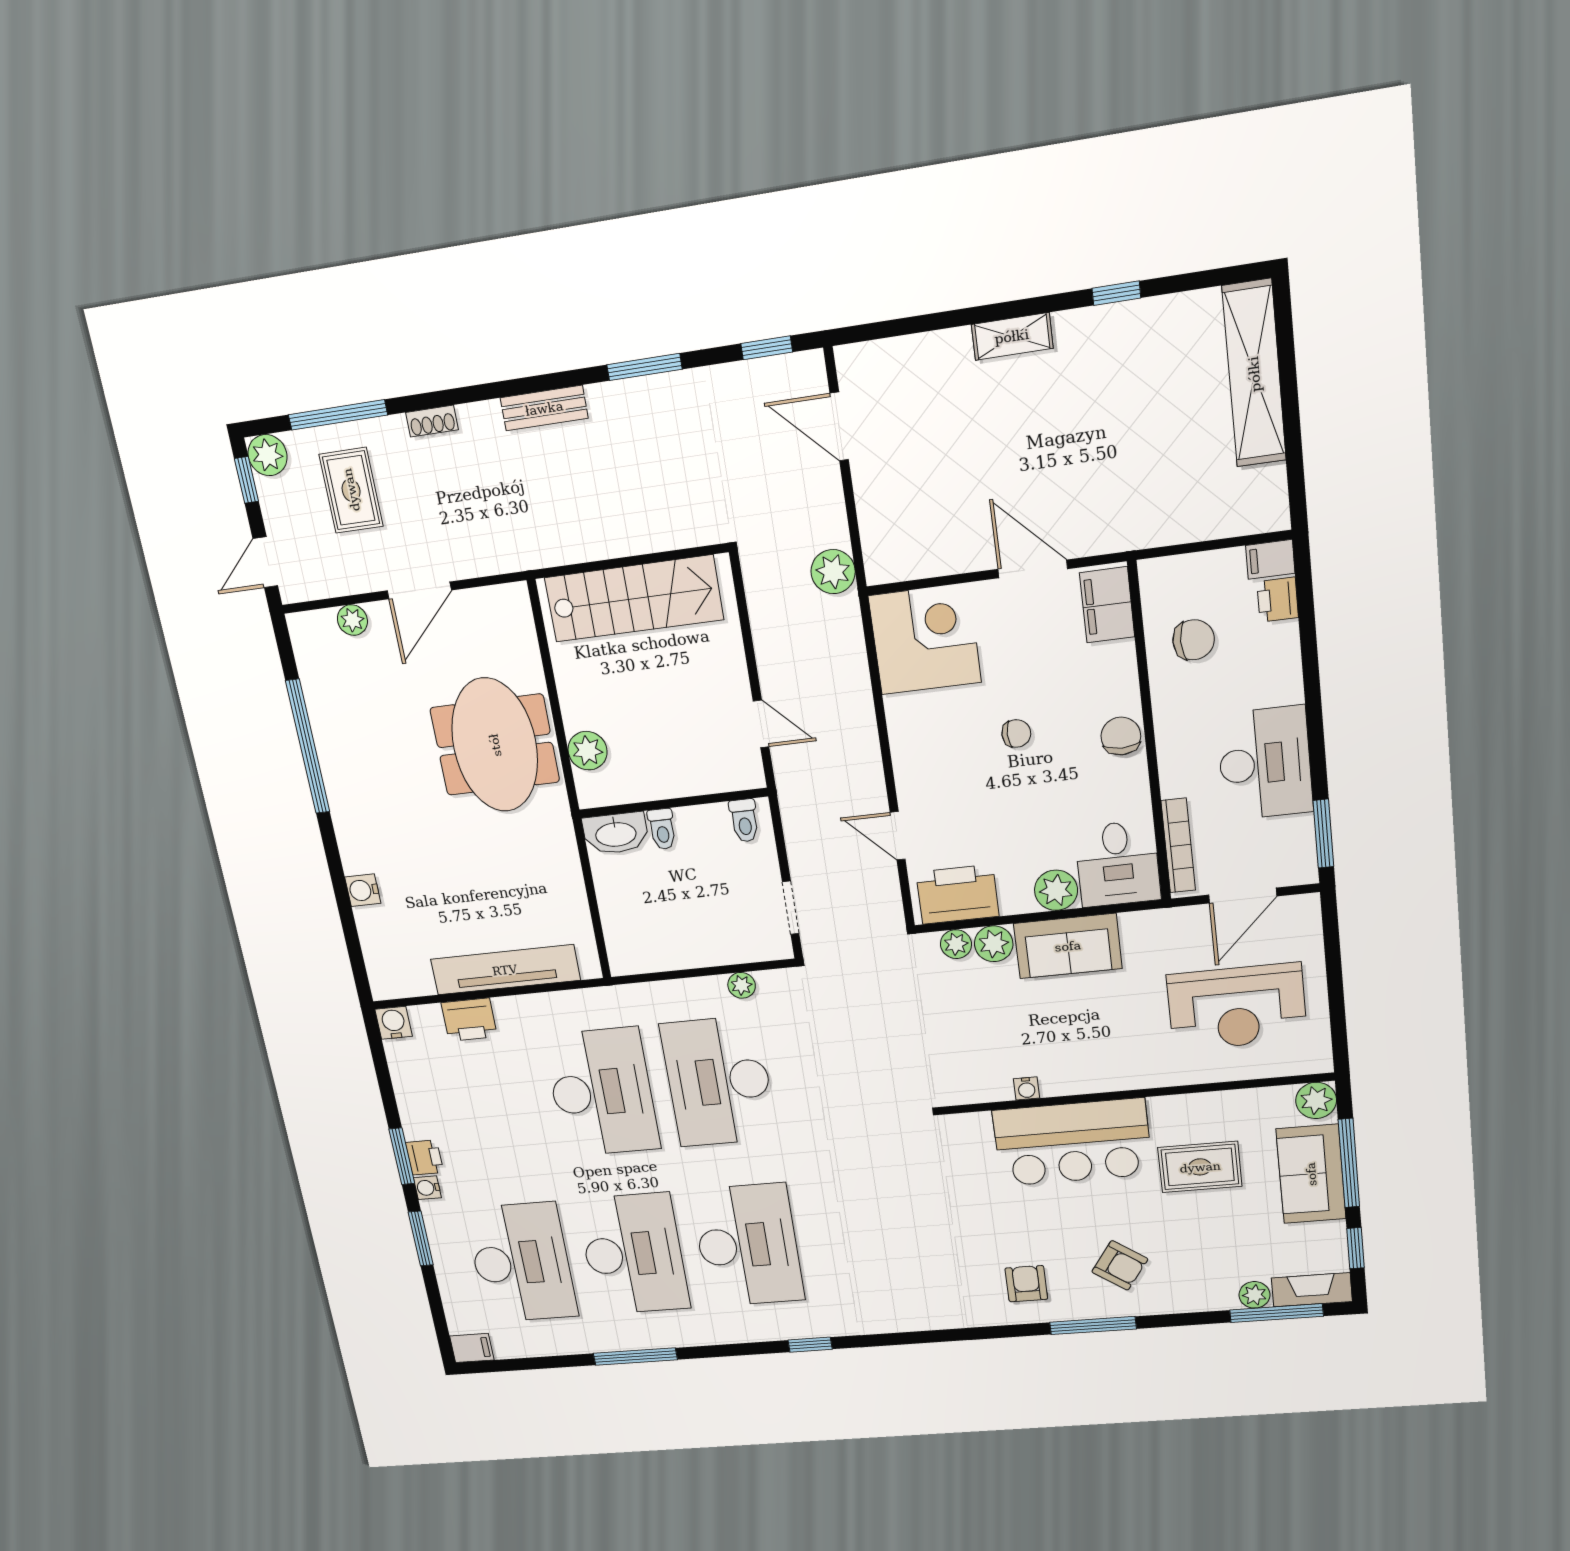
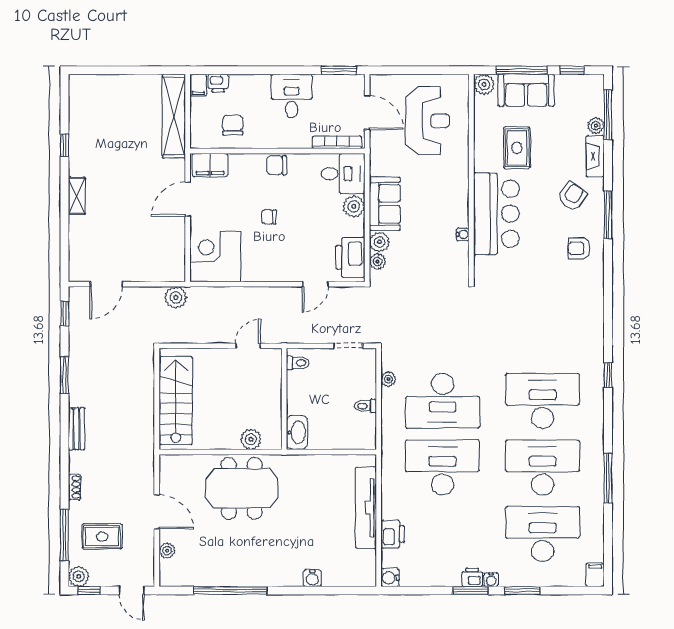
shelving: (1254, 374) -> (174, 116), moved, turned 90
chair: (1016, 733) -> (269, 217), turned -90
desk: (1265, 763) -> (292, 96), width x0.73
toilet: (662, 829) -> (365, 406), moved, turned 180
fireplace: (1312, 1290) -> (595, 156), moved

